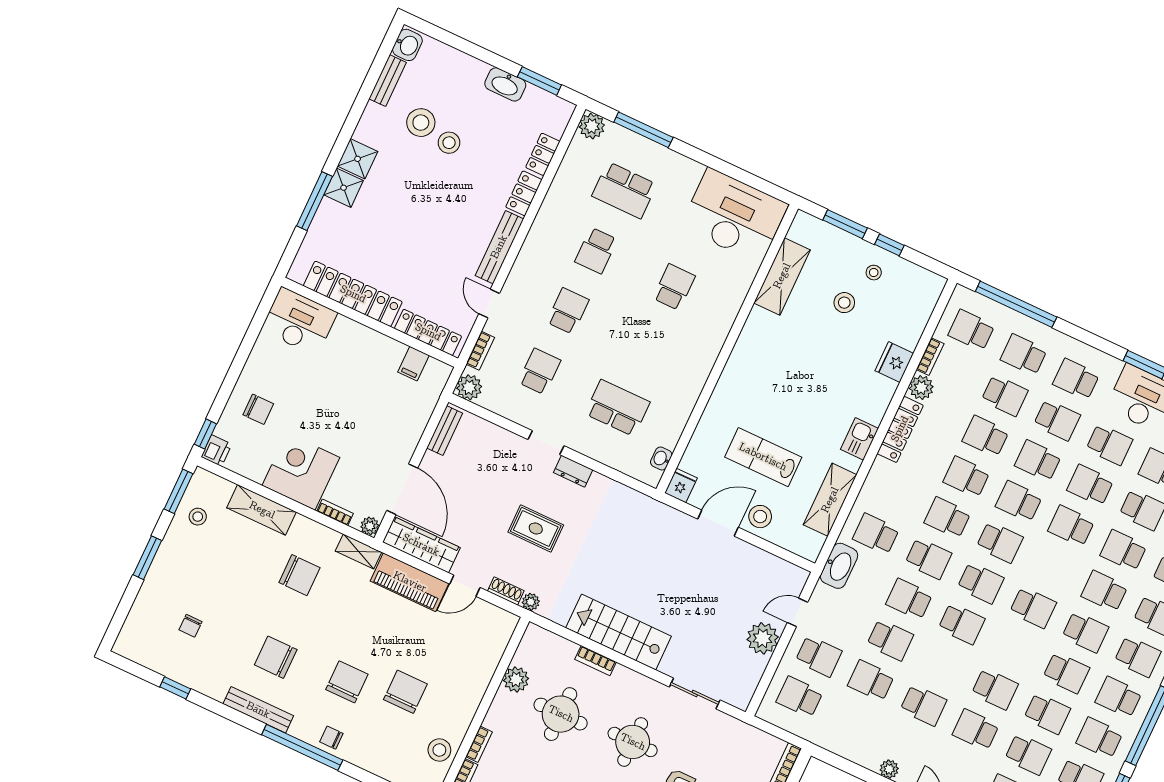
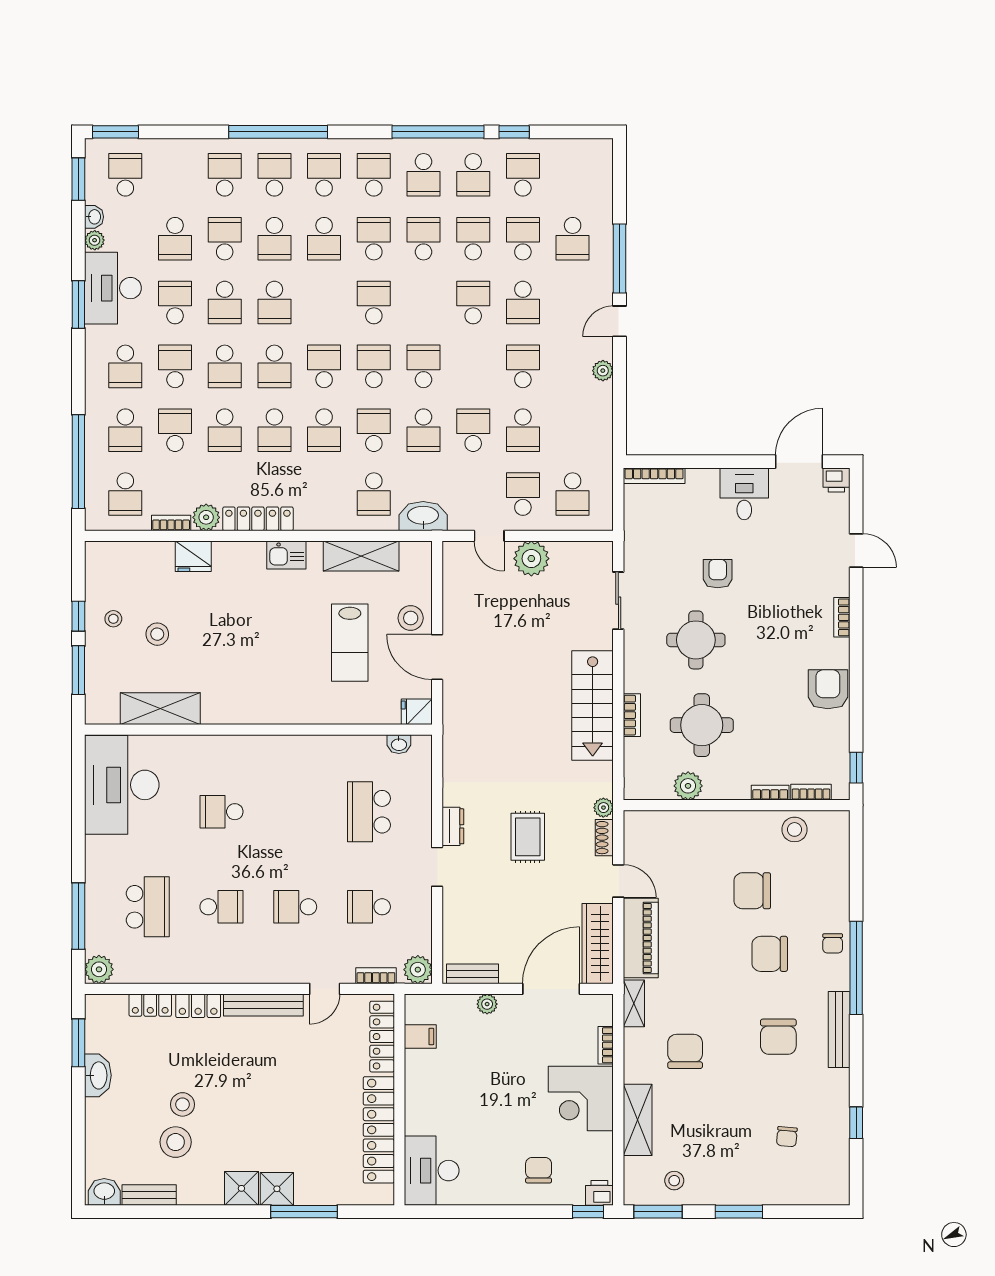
plant: (370, 526) -> (487, 1004), moved
chair: (191, 626) -> (787, 1137), turned 95

